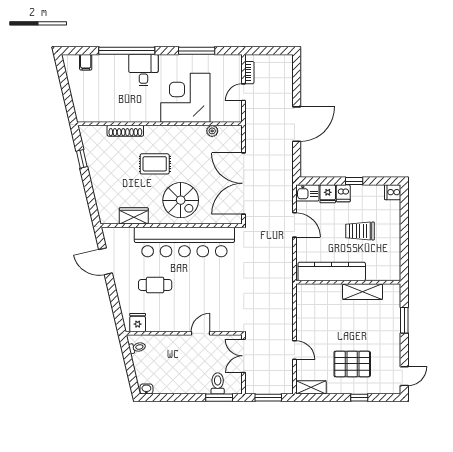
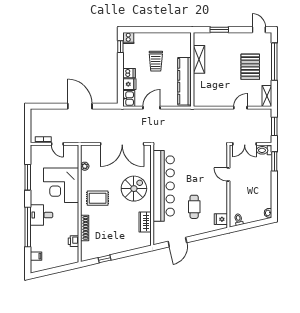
printer: (107, 115) -> (73, 241), added
rug: (155, 164) -> (98, 198), moved, turned 90
window: (354, 181) -> (120, 47), moved
toilet: (218, 383) -> (264, 150), moved
window: (359, 398) -> (274, 62), width x3.17

